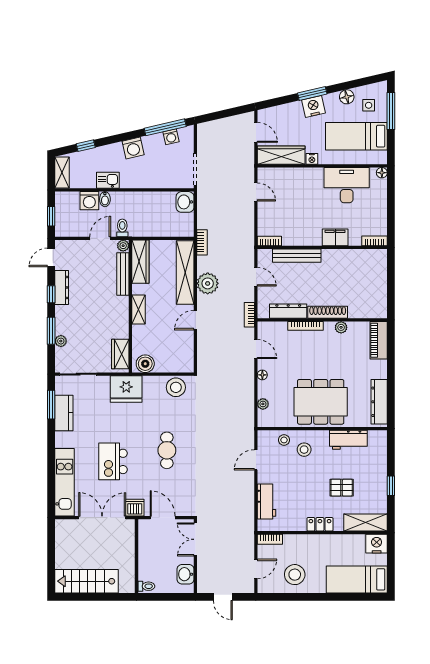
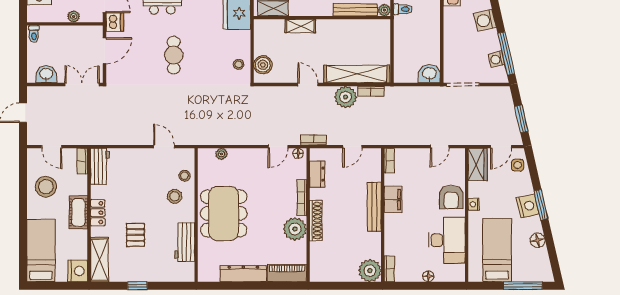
side table: (369, 105) -> (518, 165), moved
window: (229, 113) -> (521, 119), added
wardrobe: (281, 155) -> (478, 164), width x0.67
floor lamp: (382, 173) -> (428, 276), moved
armchair: (305, 181) -> (451, 197), added
filing cabinet: (335, 237) -> (393, 200), moved
bookcase: (202, 242) -> (371, 91), moved
bench: (297, 256) -> (374, 207), moved
plant: (376, 260) -> (370, 271), added
wardrobe: (140, 262) -> (368, 28), removed
shelving: (139, 310) -> (300, 26), moved
dresser: (288, 311) -> (317, 174), width x0.70
plant: (341, 327) -> (295, 229), width x1.88, depth x1.88
boiler: (145, 364) -> (263, 65), moved
floor lamp: (262, 375) -> (298, 153), moved
stool: (176, 387) -> (239, 64), width x0.53, depth x0.53
dresser: (379, 402) -> (243, 274), moved
cafe table: (167, 450) -> (174, 55), turned 90
workbench: (266, 502) -> (100, 166), moved, turned -90
cot: (320, 543) -> (78, 212), added
plant: (129, 548) -> (74, 16), added

